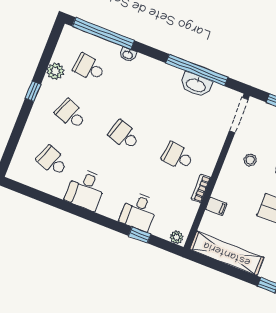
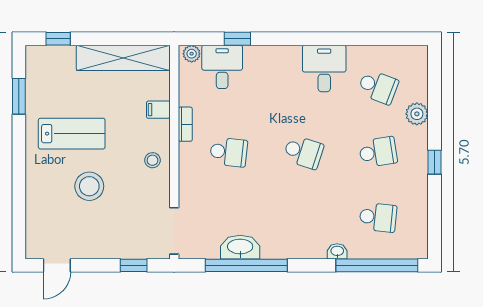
plant: (55, 71) -> (417, 114), moved
school desk: (71, 114) -> (378, 152), turned -30
stool: (250, 160) -> (152, 160), moved
desk: (139, 211) -> (222, 67), moved

